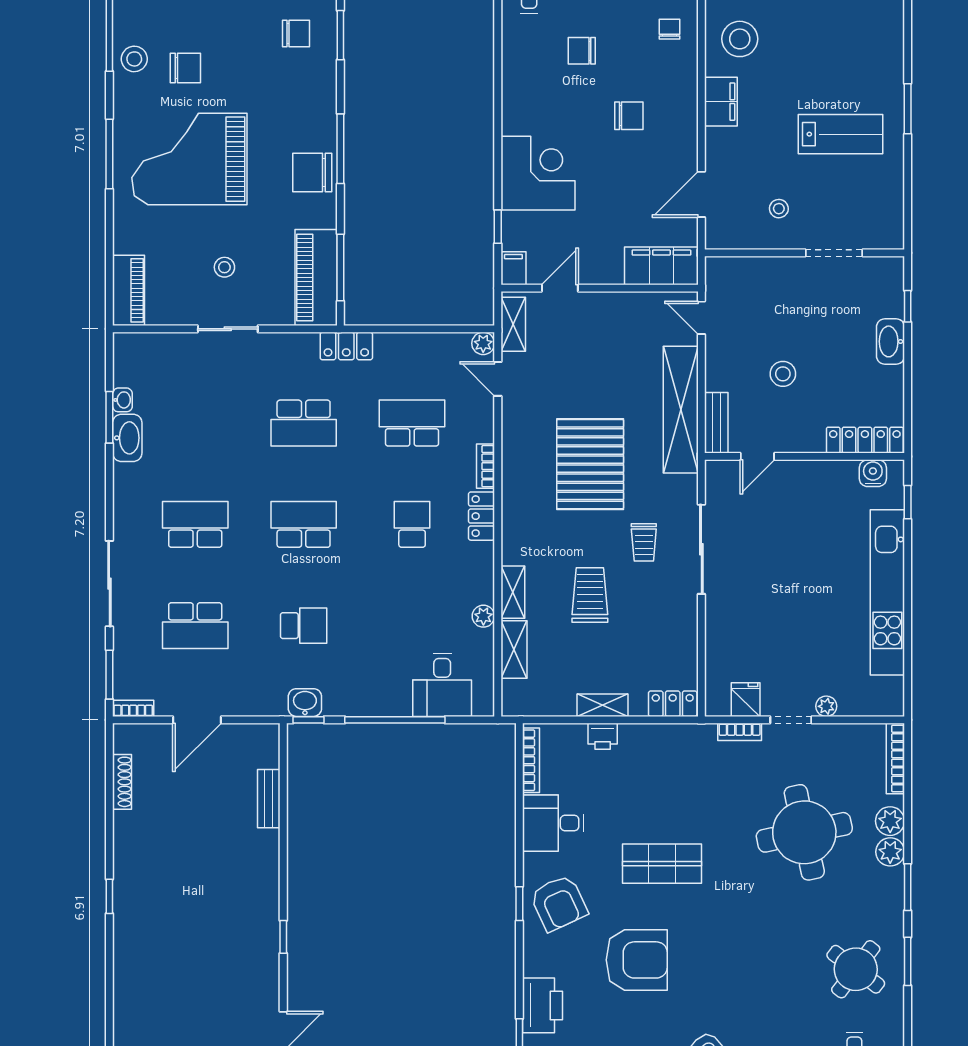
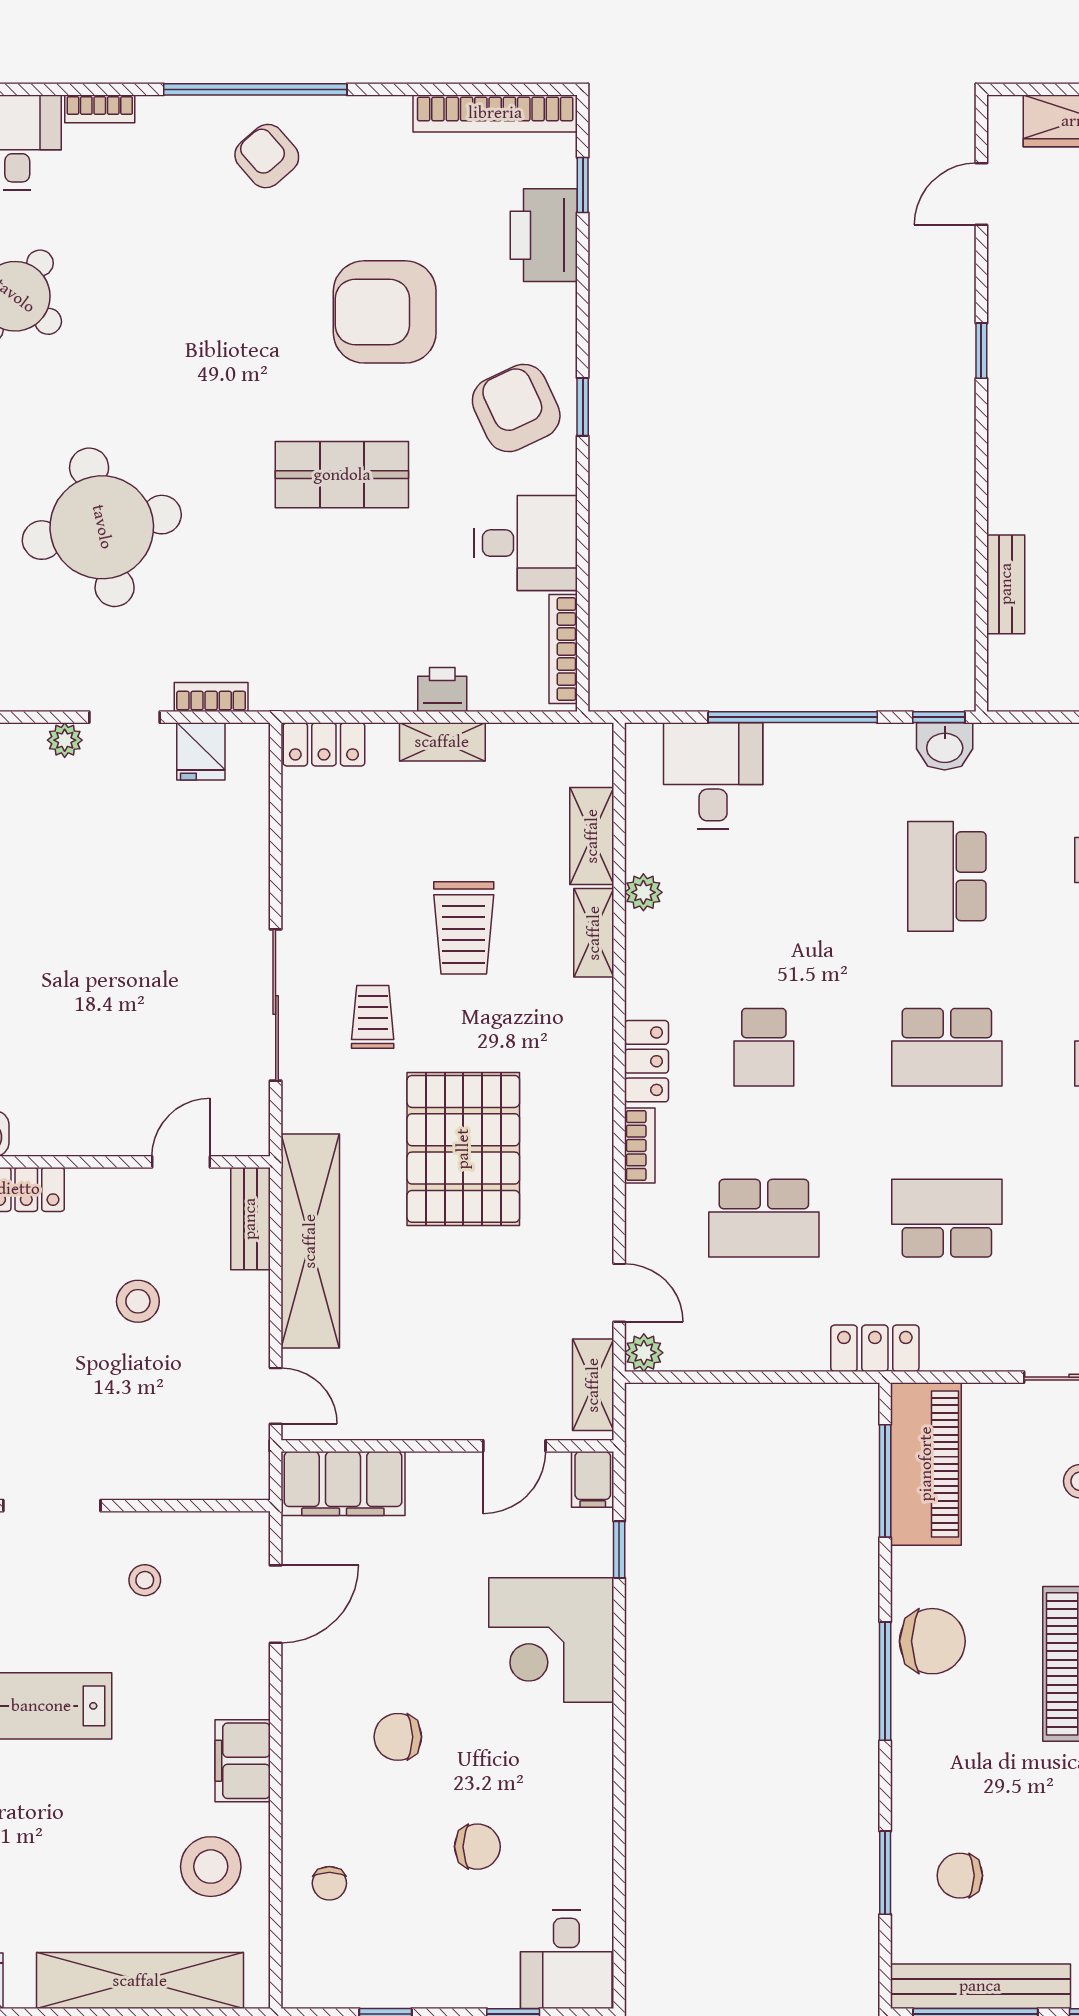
school desk: (304, 626) -> (947, 876), width x1.85

